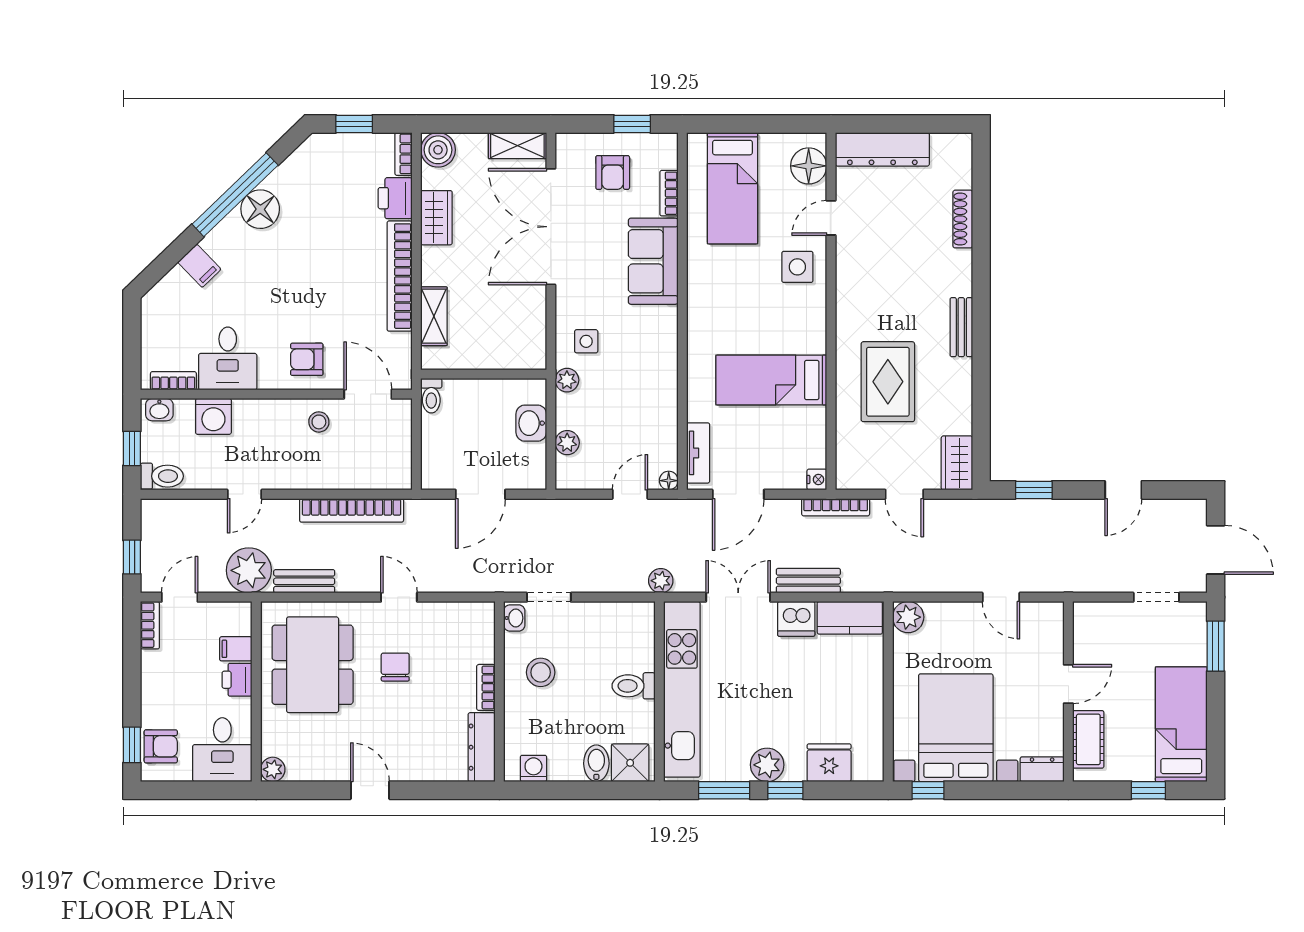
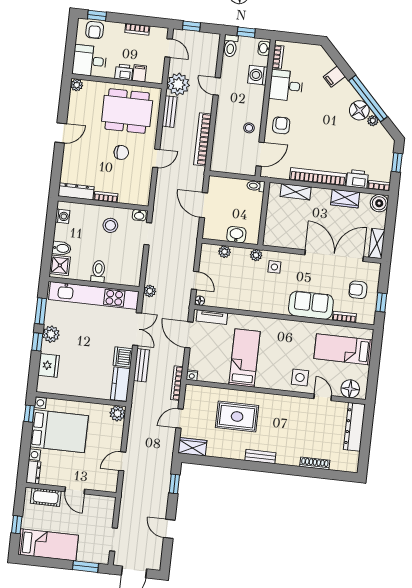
plant: (277, 181) -> (373, 121), added
bookcase: (150, 625) -> (137, 29), moved

